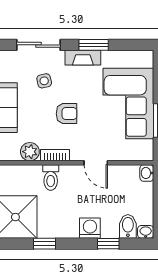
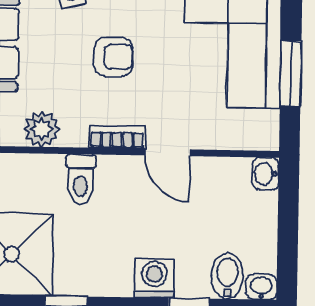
bookcase: (55, 155) -> (117, 137), moved

